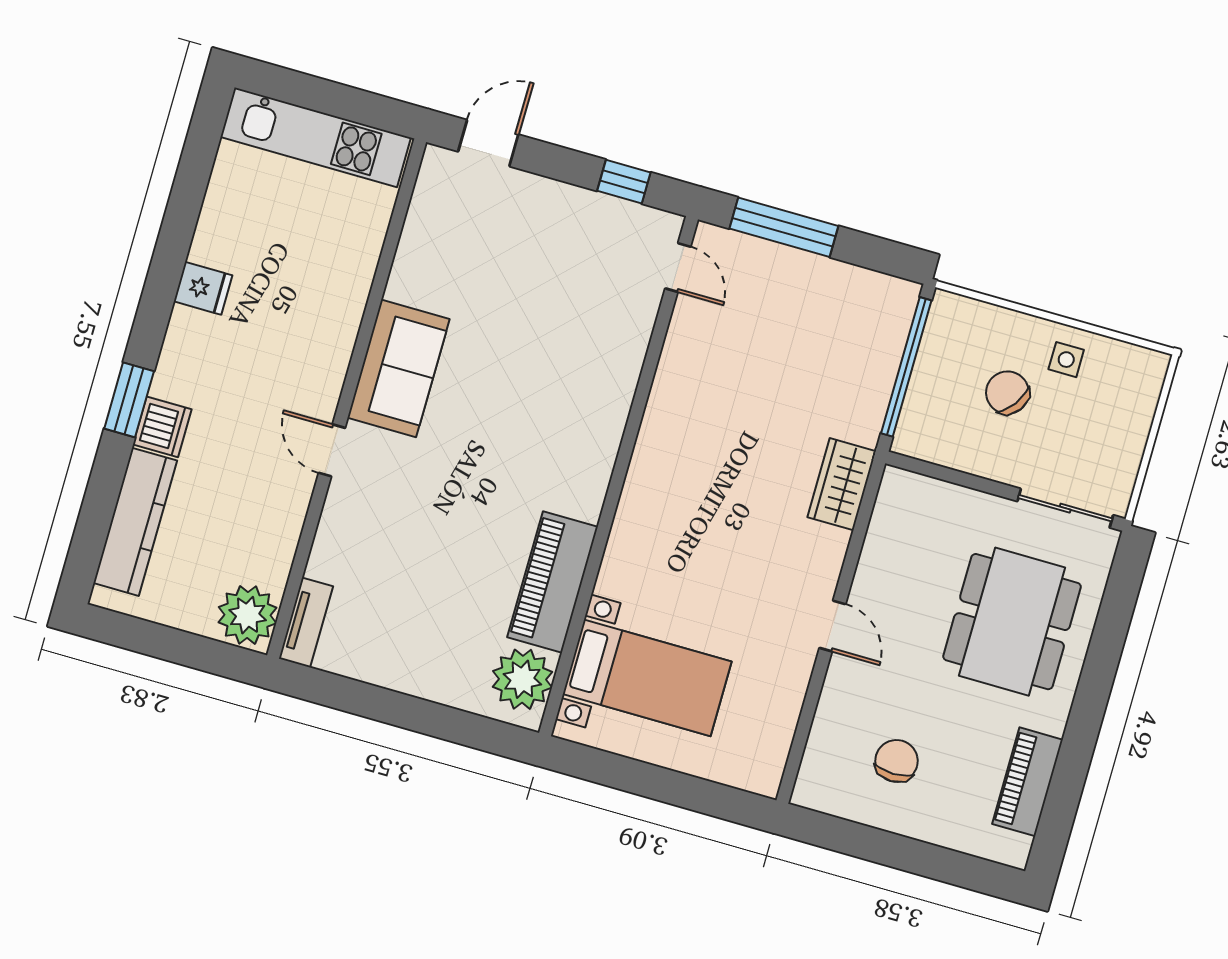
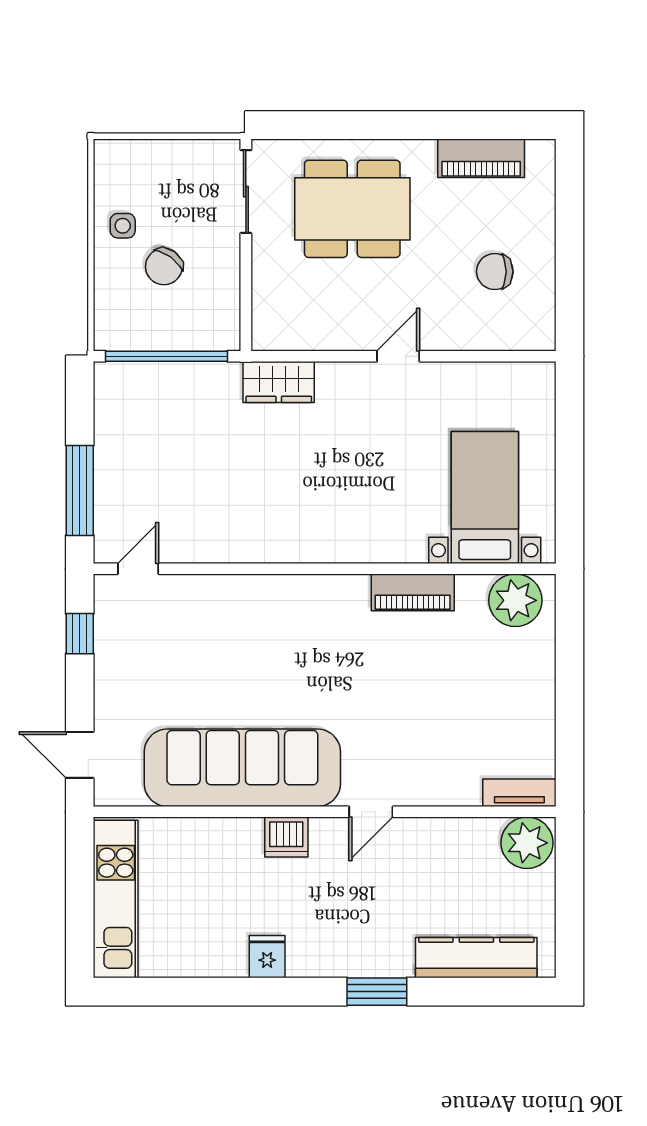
sofa: (399, 368) -> (242, 768), width x1.85, depth x1.27
dishwasher: (162, 427) -> (286, 837), moved, turned 180
piano: (552, 582) -> (413, 592), width x0.73, depth x0.75

